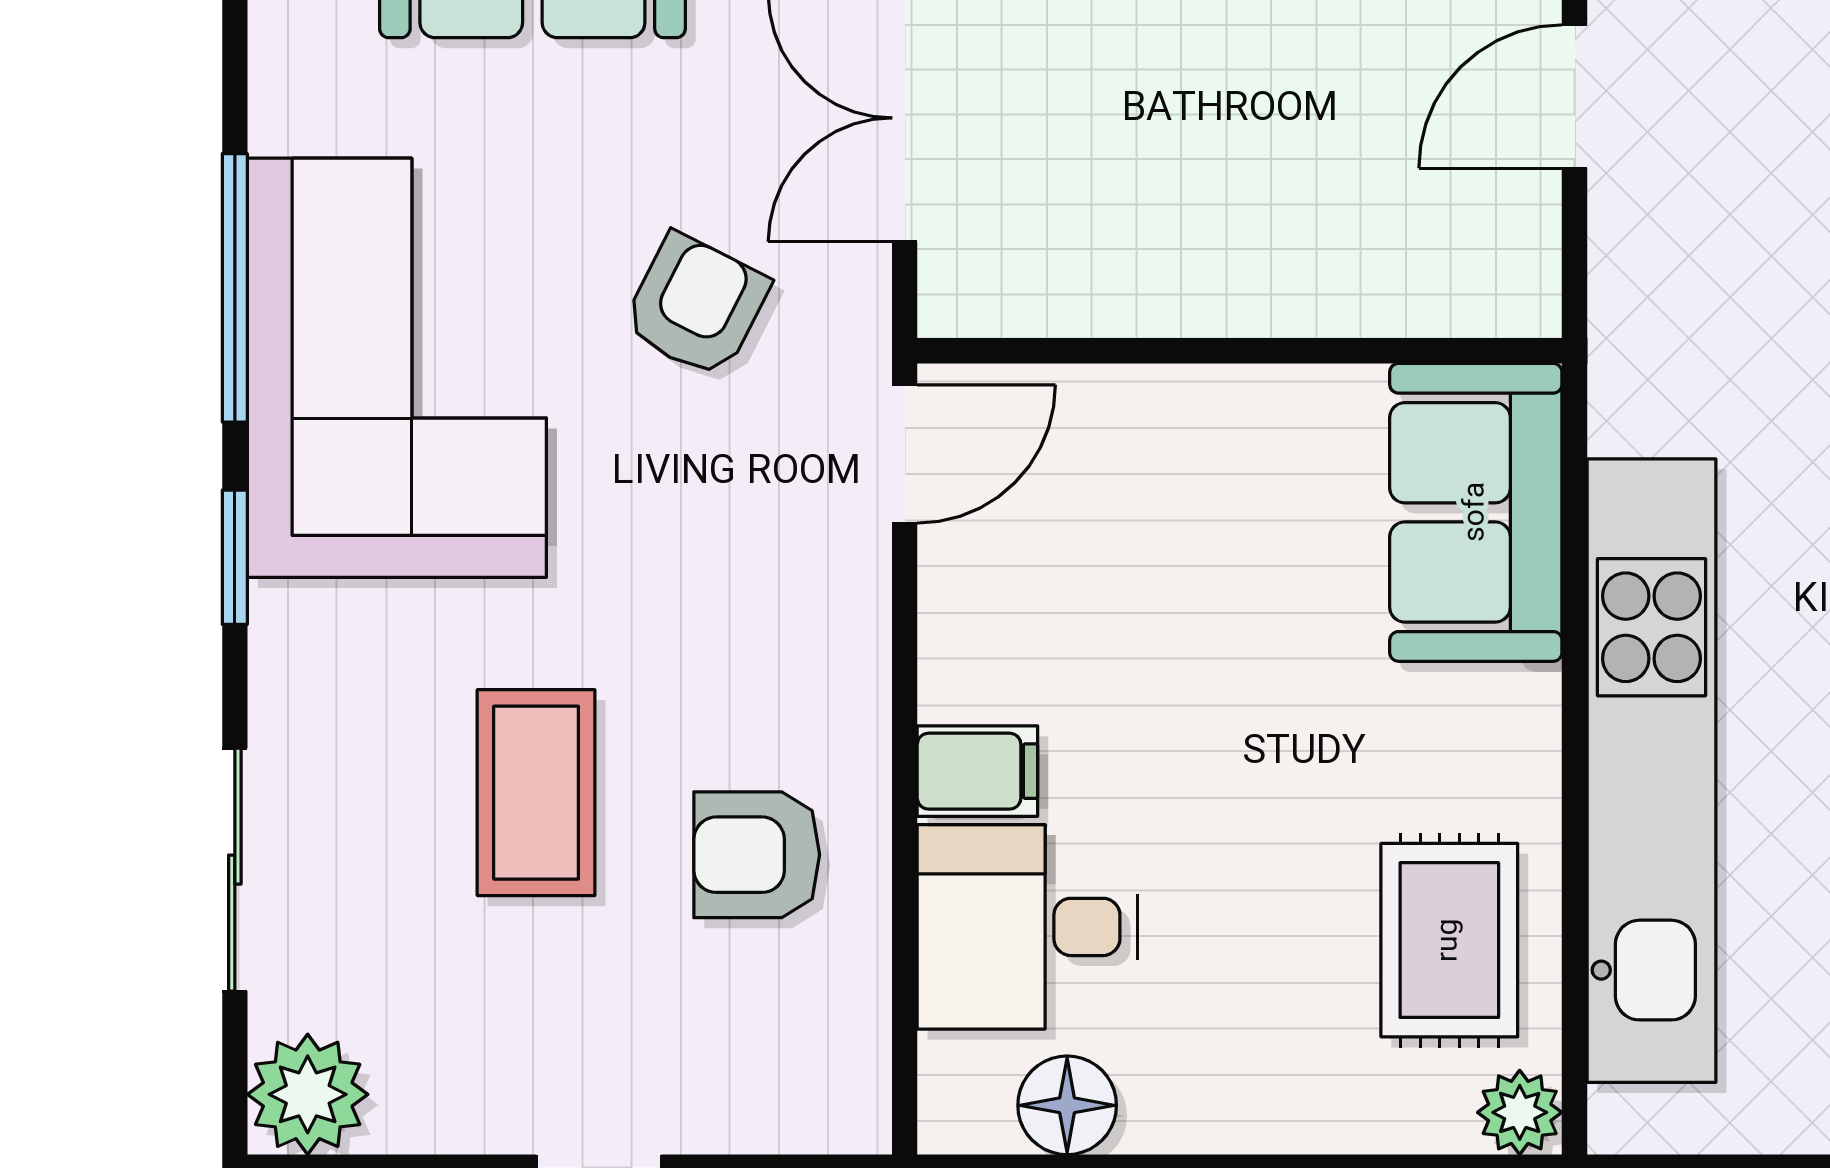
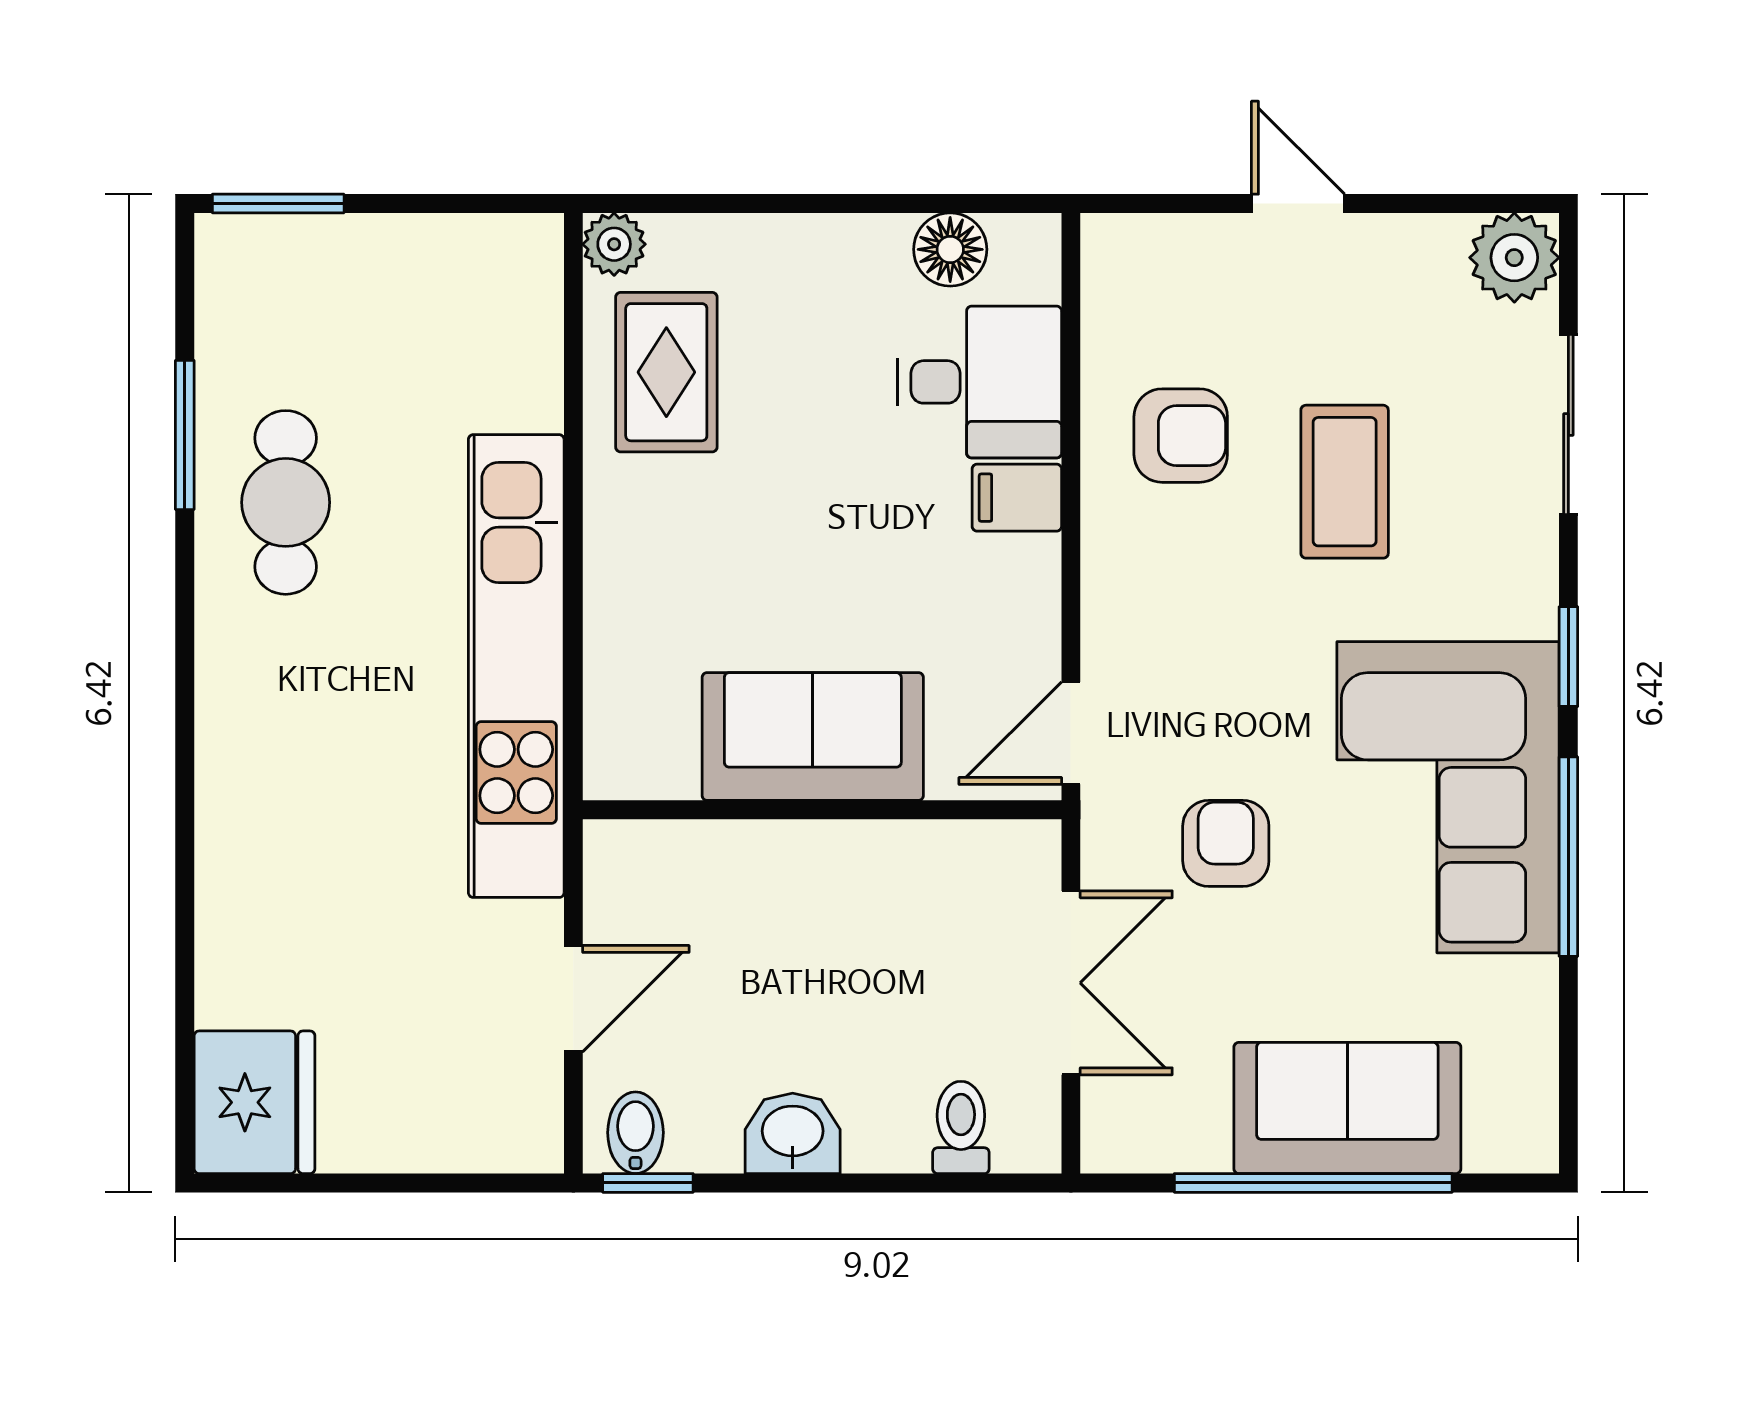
armchair: (696, 306) -> (1226, 843), turned 153
sofa: (1476, 512) -> (813, 737), moved, turned -90
kitchen unit: (1652, 771) -> (516, 666), moved

